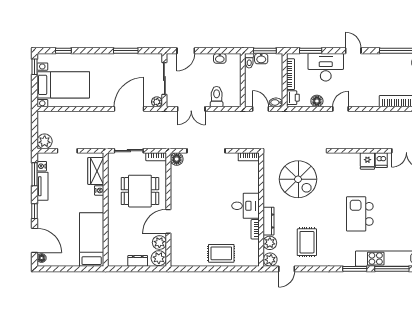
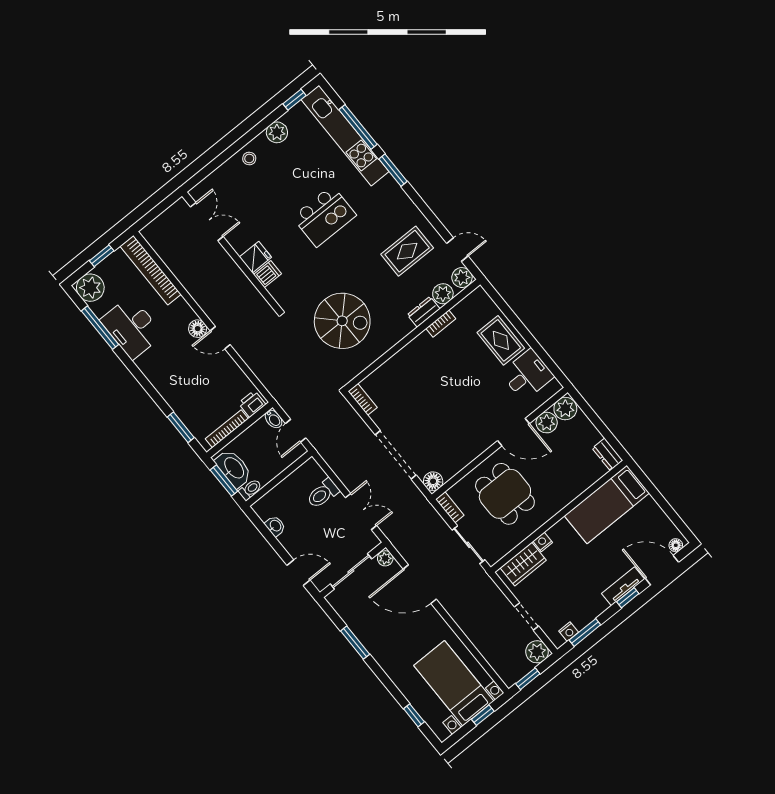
door: (353, 51) -> (140, 378), removed
washbasin: (261, 59) -> (234, 468), width x1.91, depth x1.45
window: (34, 67) -> (483, 715), moved
desk: (326, 67) -> (132, 327), moved
floor lamp: (317, 101) -> (198, 329), moved
window: (34, 125) -> (528, 679), added
dishwasher: (381, 160) -> (267, 274), moved
spiral stairs: (298, 179) -> (342, 321), turned 90
tv unit: (43, 186) -> (623, 586), moved
desk: (245, 206) -> (527, 375), moved, turned 90
dresser: (268, 221) -> (424, 312), width x0.70
door: (34, 240) -> (662, 570), hinge flipped
dresser: (138, 261) -> (608, 454), moved

